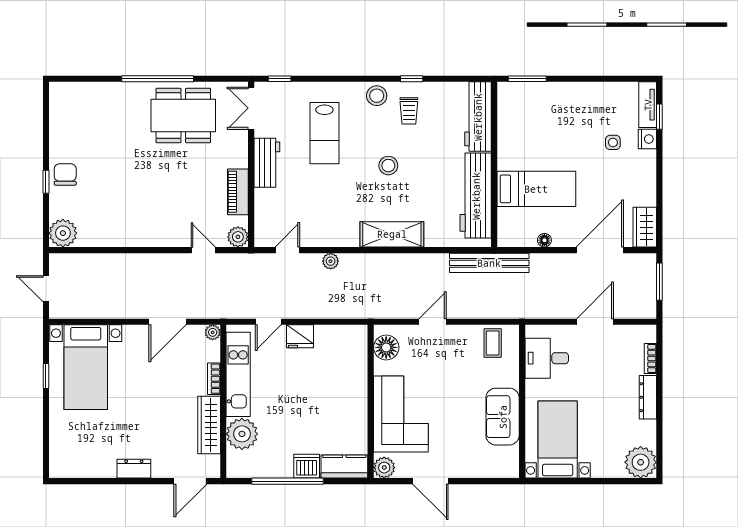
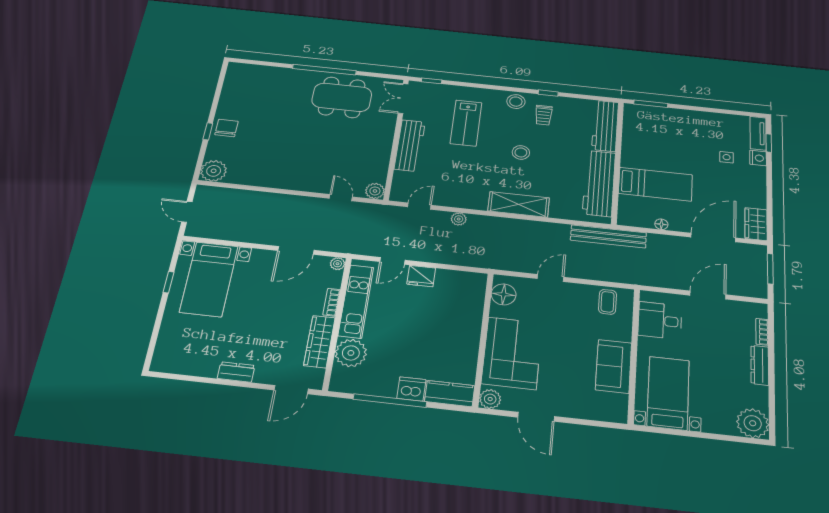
workbench: (267, 163) -> (410, 146), width x1.38
piano: (238, 192) -> (381, 157), removed

